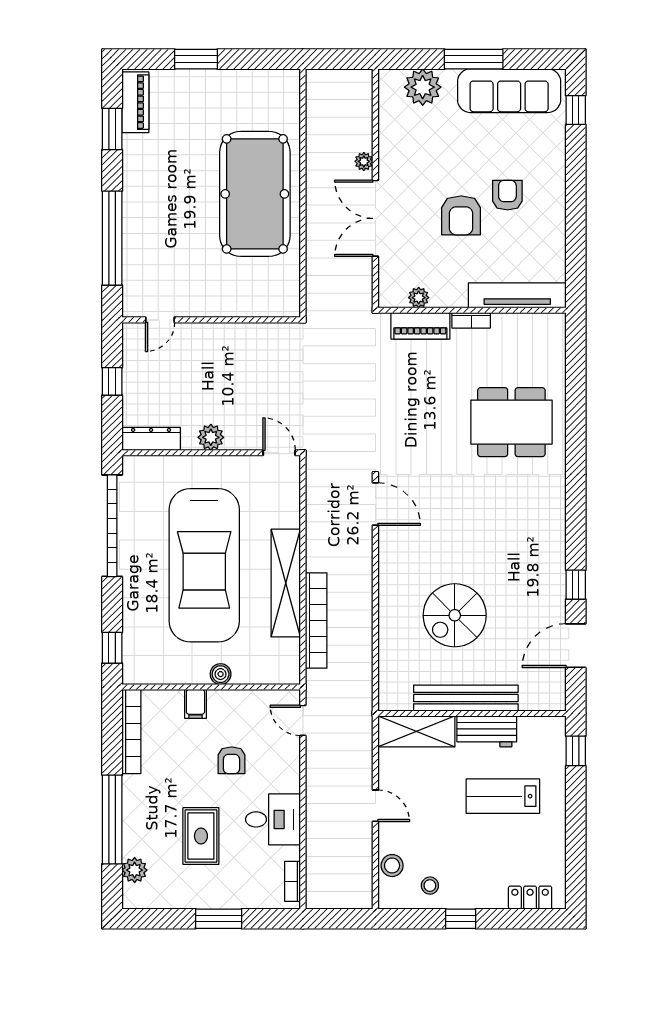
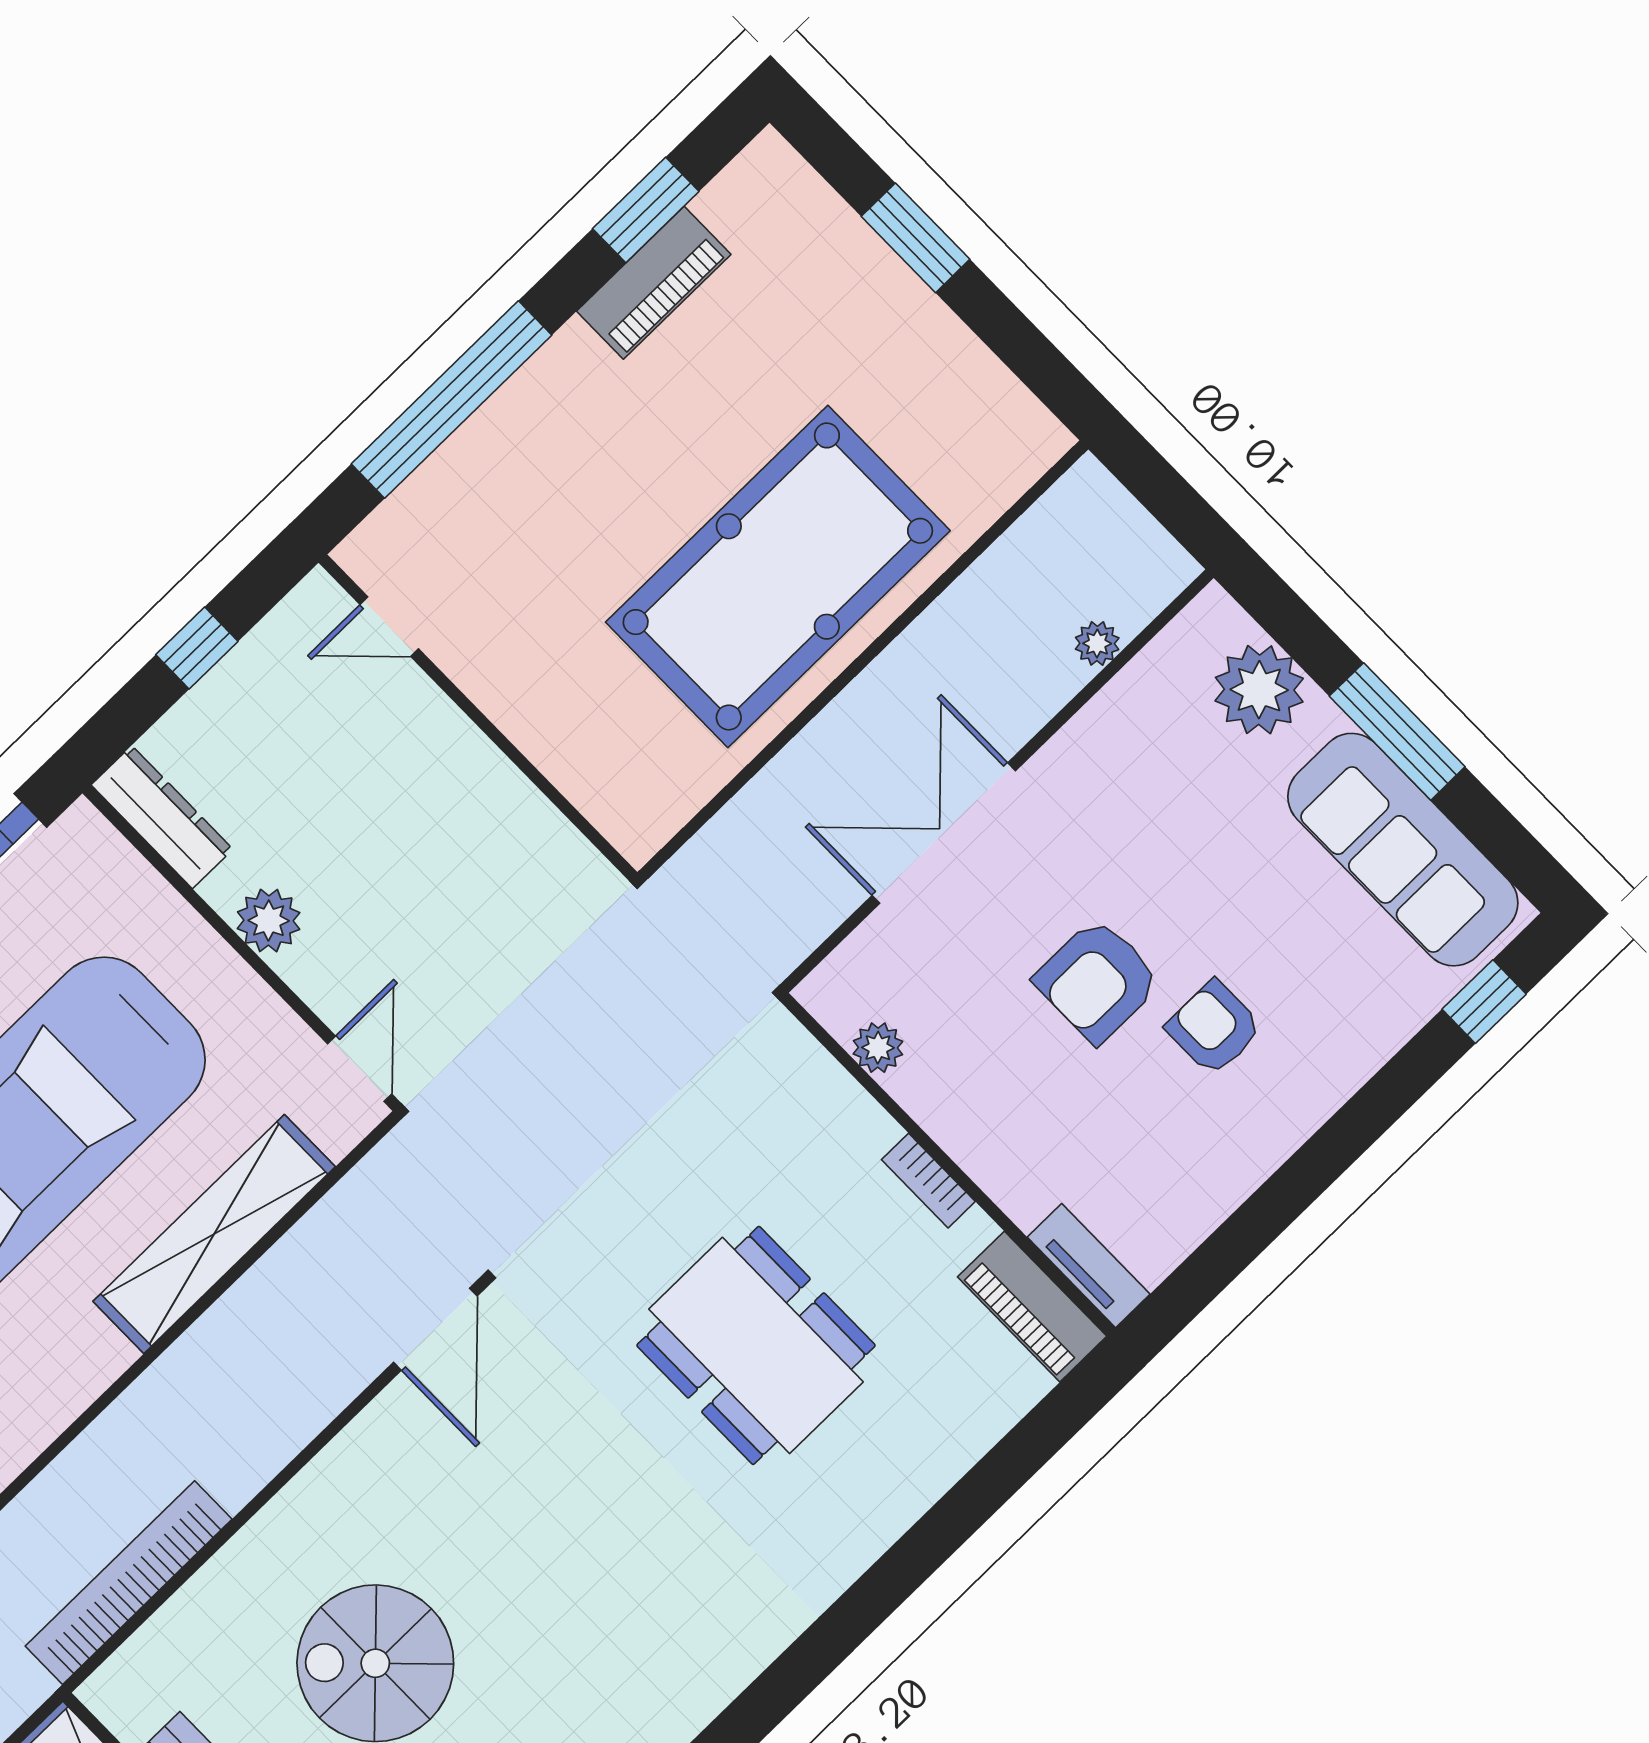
piano: (135, 102) -> (654, 283), moved
plant: (364, 161) -> (1097, 643), moved
armchair: (507, 195) -> (1214, 1028), turned -90
tv unit: (517, 295) -> (1089, 1266), width x0.52, depth x0.78
piano: (420, 326) -> (1032, 1307), moved
dining table: (511, 422) -> (756, 1345), moved
shelving: (286, 583) -> (214, 1234), moved
bookcase: (316, 620) -> (129, 1583), moved, turned 180

